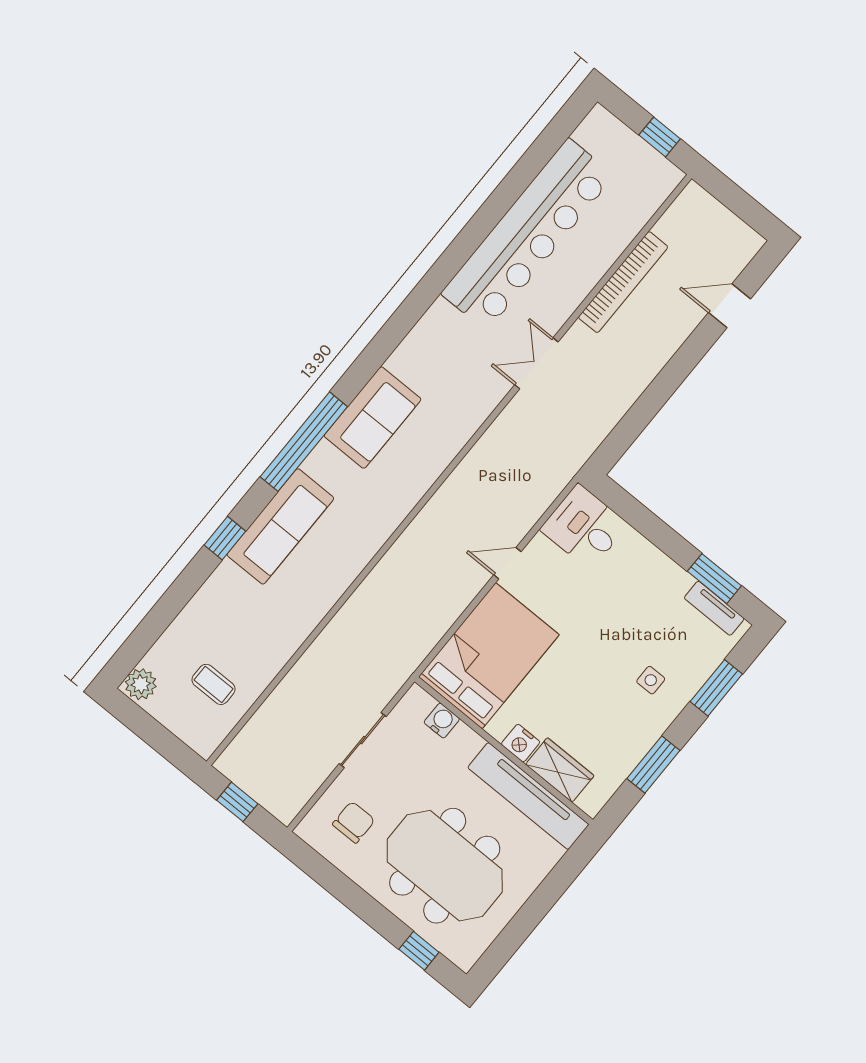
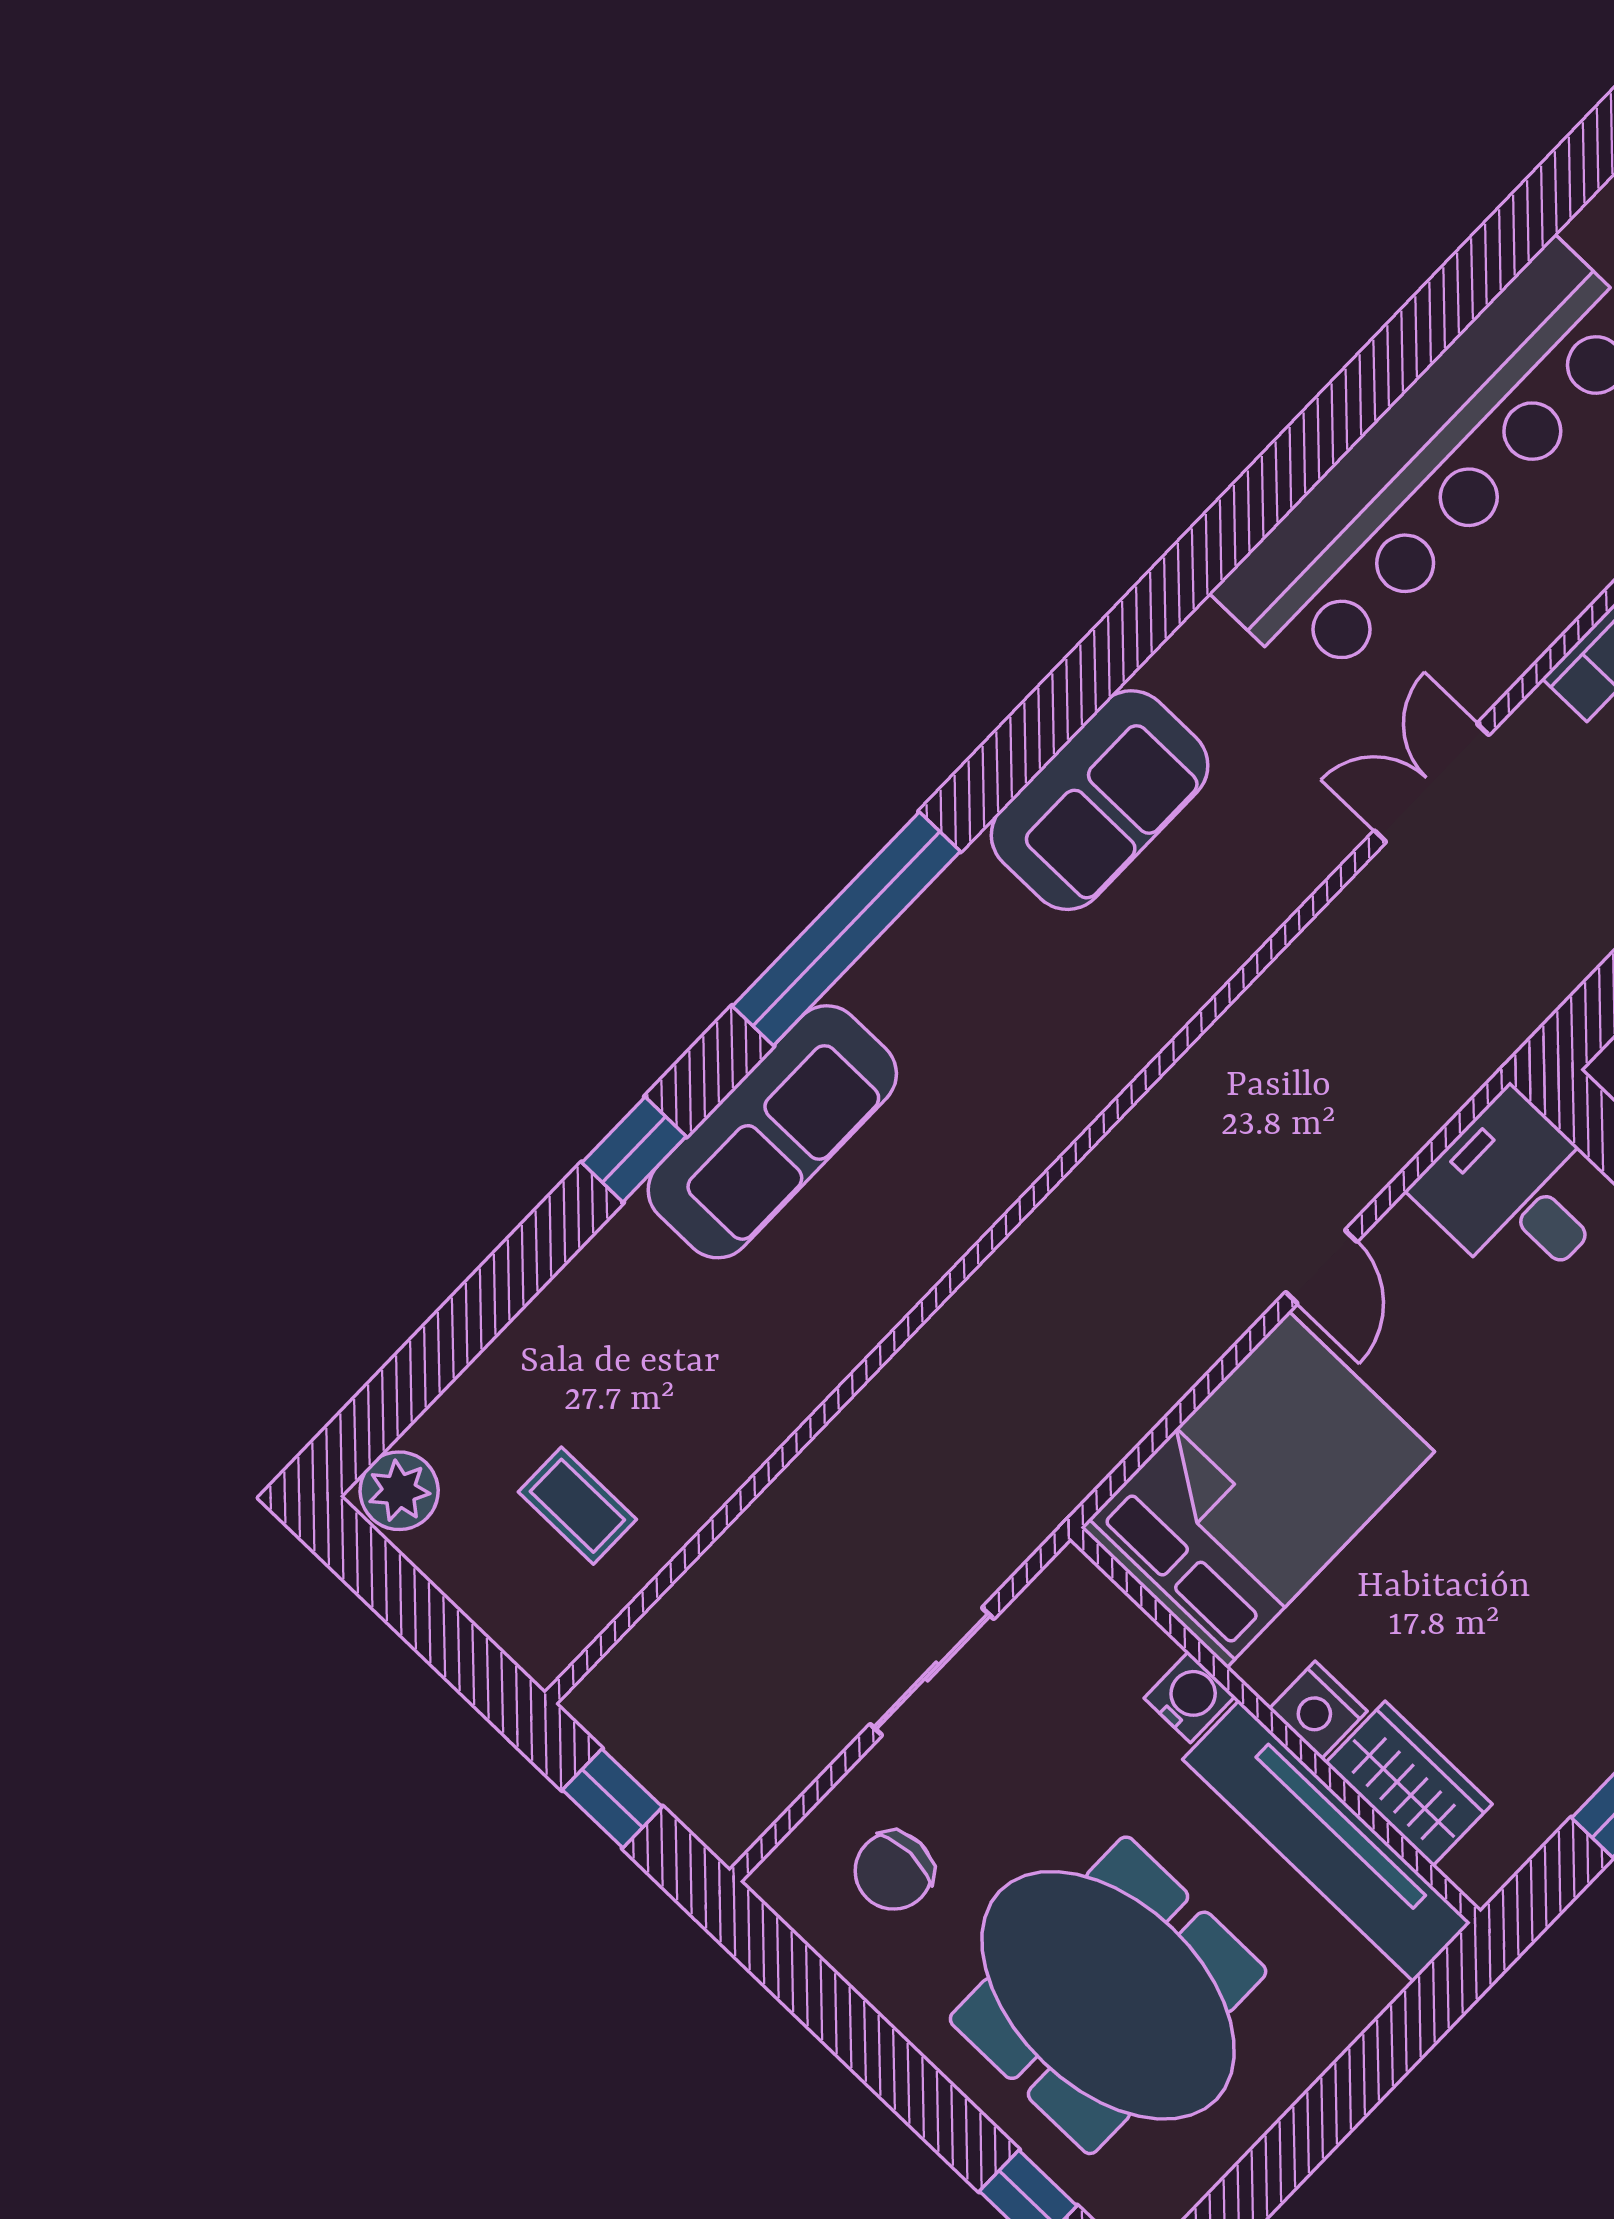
sofa: (373, 418) -> (1100, 800), moved
door: (507, 563) -> (1321, 1267), swing flipped
water cooler: (442, 721) -> (1190, 1697), moved
chair: (354, 822) -> (894, 1871), turned 180

